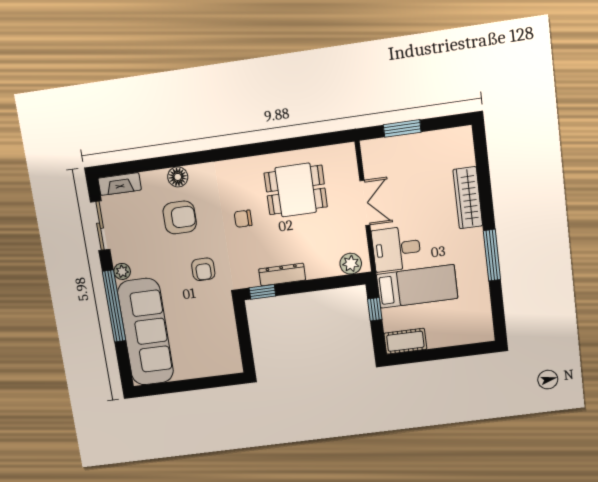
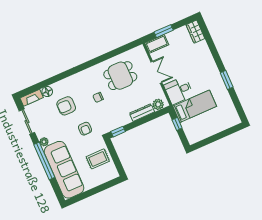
floor lamp: (178, 177) -> (47, 92), moved
wardrobe: (468, 198) -> (195, 32), moved, width x0.67
armchair: (180, 217) -> (66, 106), turned 180
window: (492, 255) -> (227, 80), width x0.69
dresser: (282, 274) -> (142, 113), moved
rug: (212, 330) -> (98, 159), added
cot: (405, 341) -> (157, 44), moved

